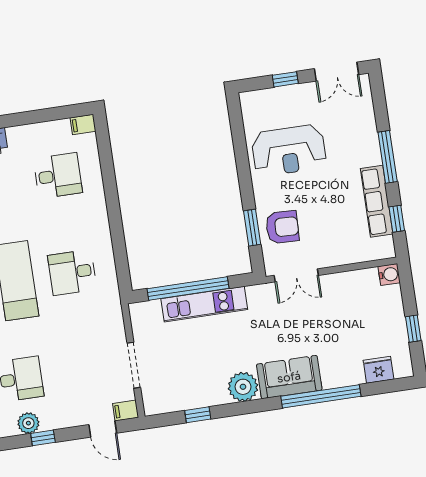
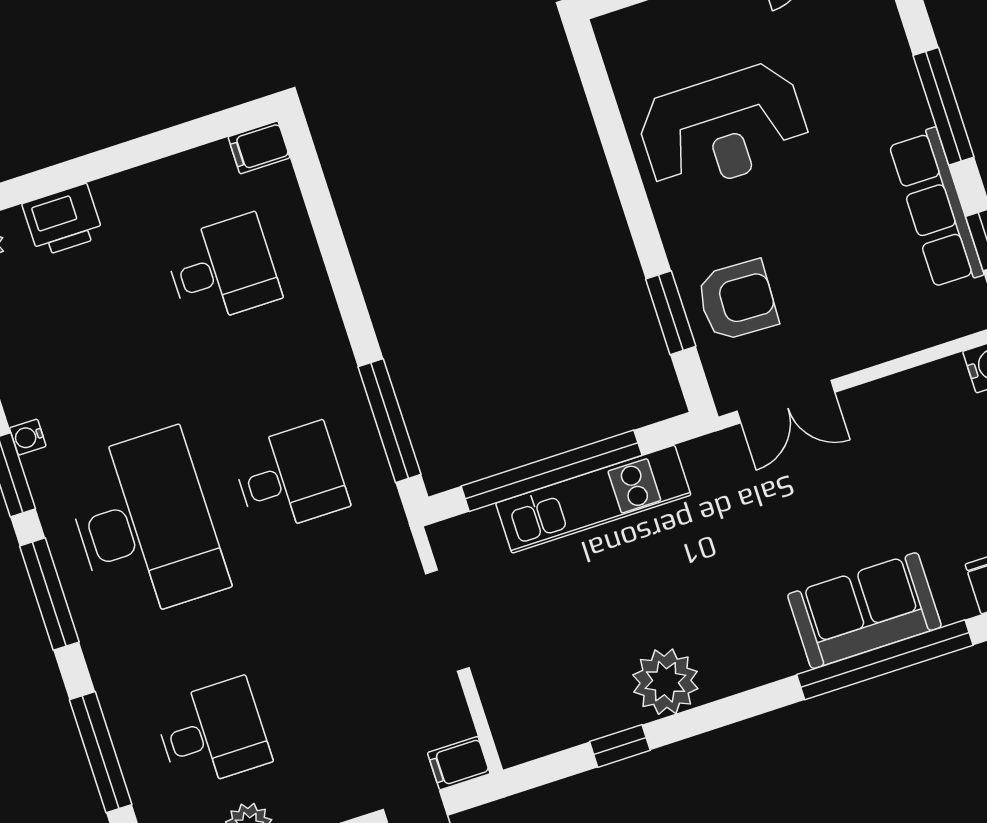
window: (120, 254) -> (389, 421), added
desk: (72, 272) -> (290, 478), turned 180
doorway: (134, 365) -> (447, 621), moved
sofa: (289, 377) -> (864, 611), moved
plant: (243, 387) -> (665, 682), moved

